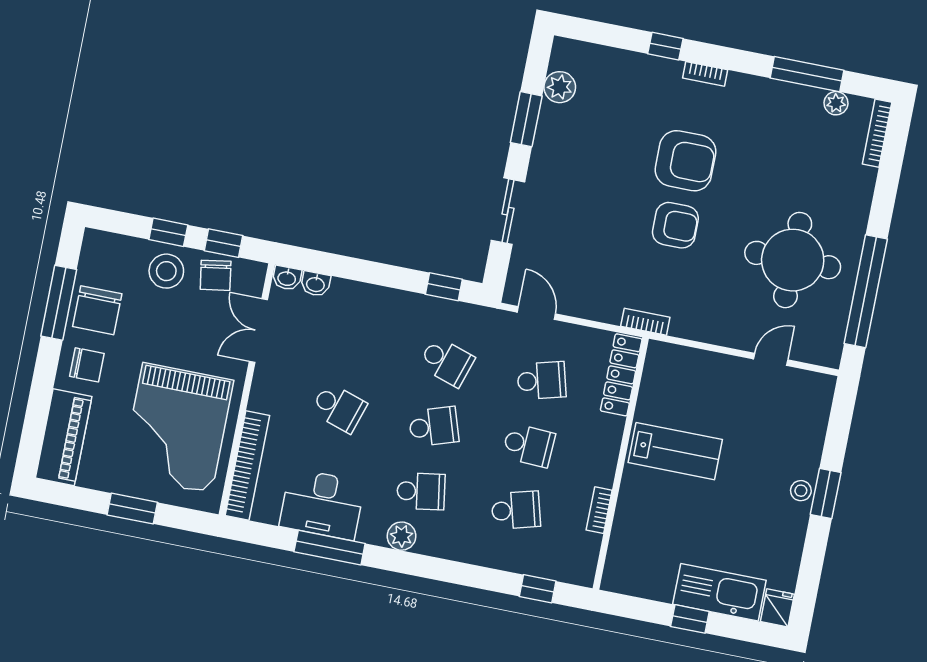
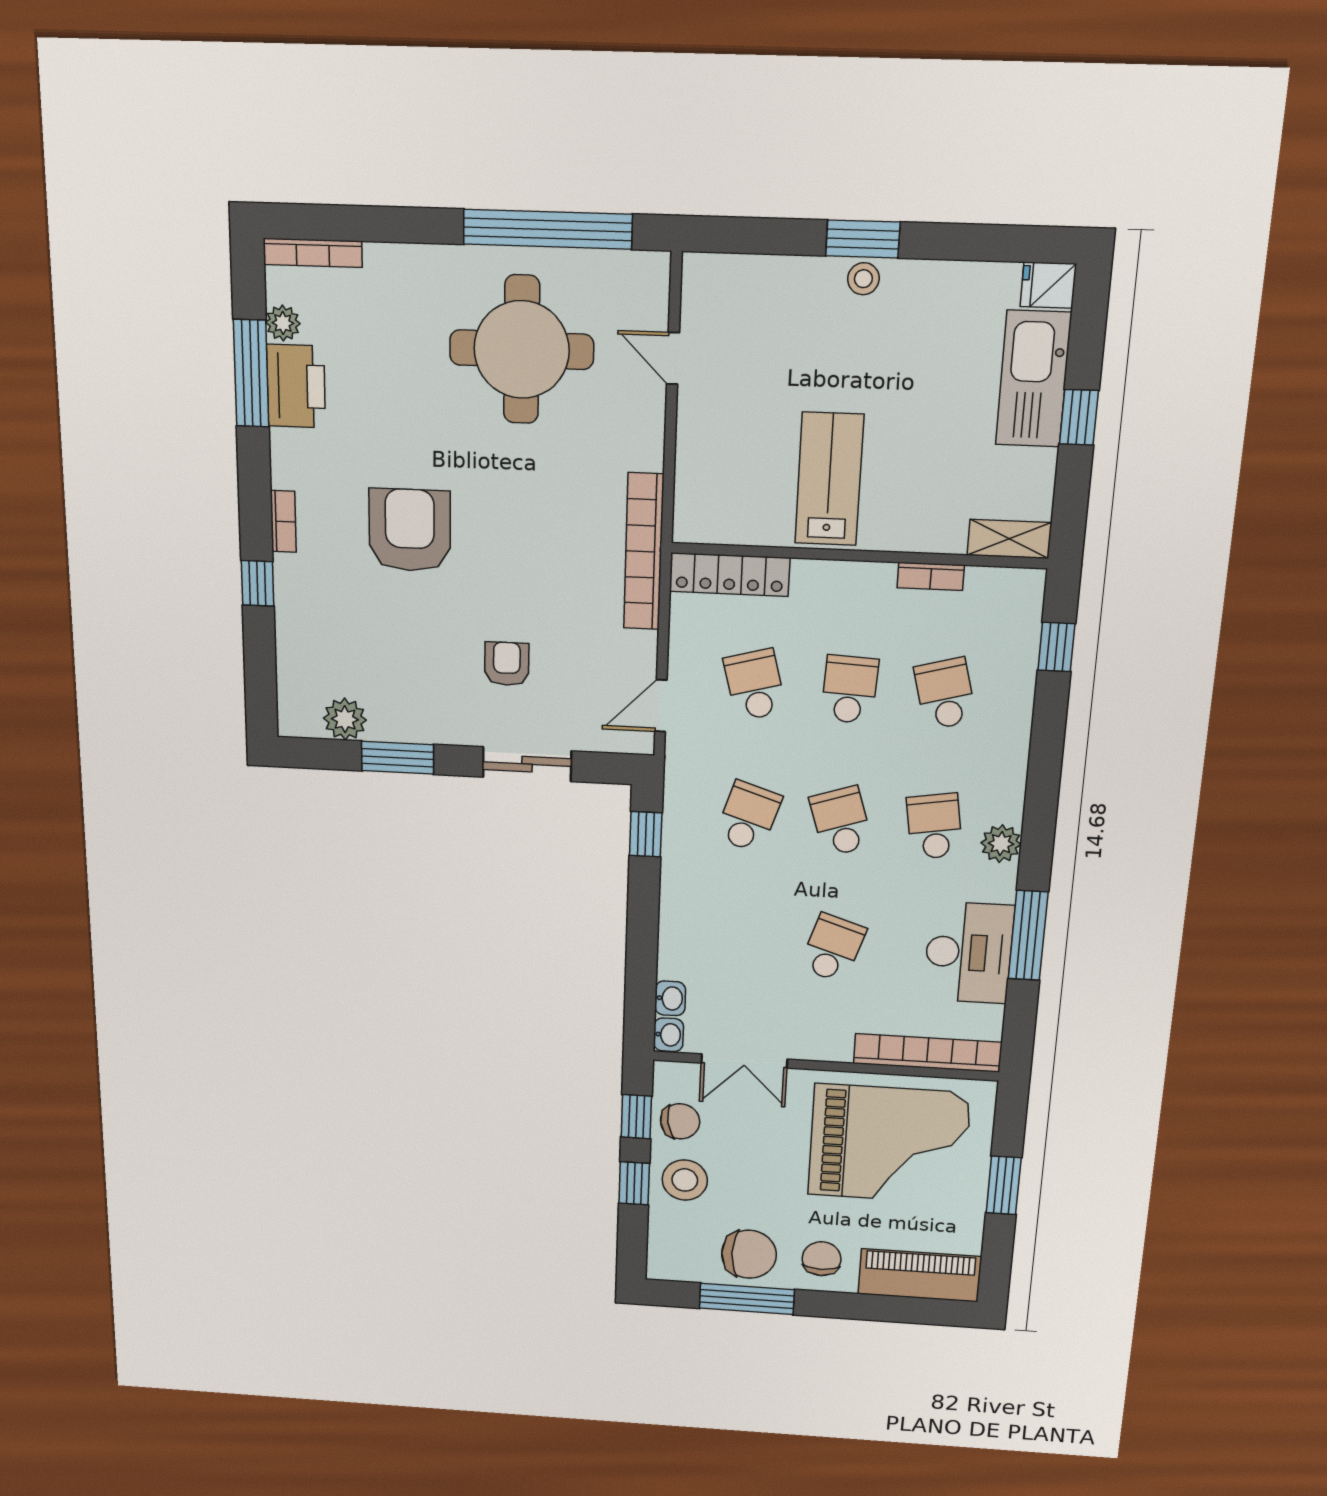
printer: (794, 103) -> (296, 386), added
armchair: (675, 225) -> (507, 664), moved, width x0.72, depth x0.72
bookcase: (645, 322) -> (644, 552), width x2.31, depth x1.31
shelving: (617, 565) -> (1009, 539), added

